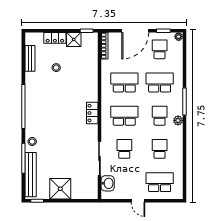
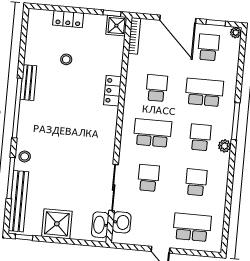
door: (135, 31) -> (178, 19), hinge flipped
shower: (74, 39) -> (116, 26), moved
bench: (30, 58) -> (28, 83), moved
school desk: (124, 83) -> (157, 88), width x0.54
locker: (92, 113) -> (113, 91), moved
washbasin: (92, 187) -> (100, 225), added

